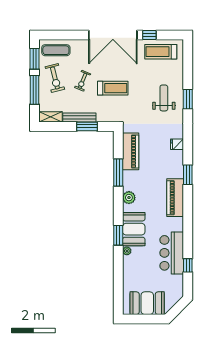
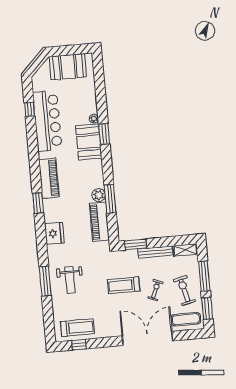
double door: (113, 35) -> (148, 338), moved
window: (149, 35) -> (79, 345), moved
window: (188, 99) -> (45, 281), width x1.44
window: (87, 126) -> (135, 244), moved
fridge: (177, 144) -> (54, 233), width x1.88, depth x1.34
plant: (129, 198) -> (99, 195), moved
bar counter: (172, 253) -> (47, 121), width x1.36

